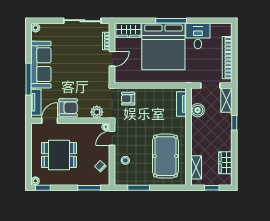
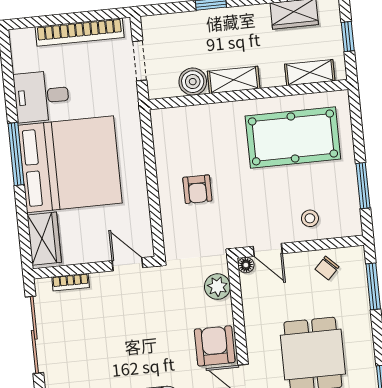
door: (112, 59) -> (128, 264), moved
armchair: (128, 99) -> (197, 189), moved
shelving: (226, 100) -> (234, 80), moved
tv unit: (181, 104) -> (183, 116), removed

